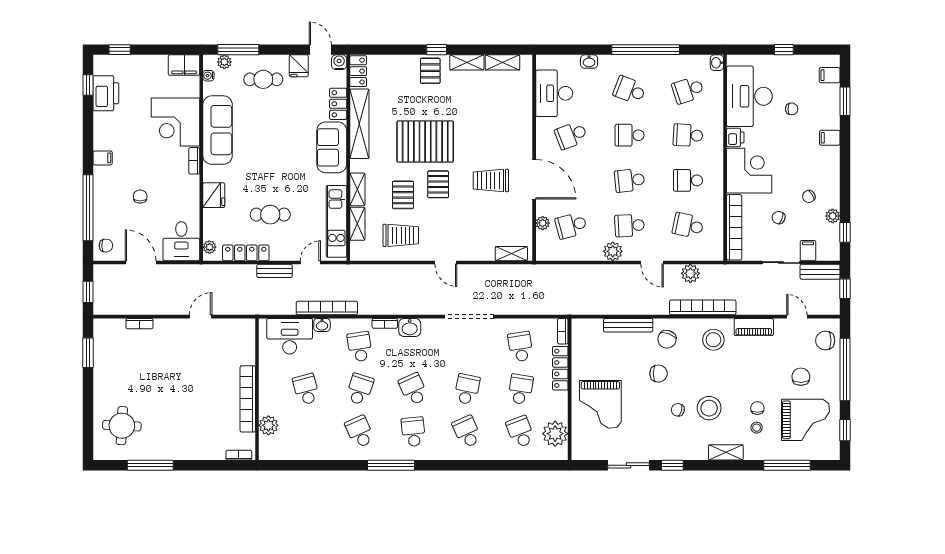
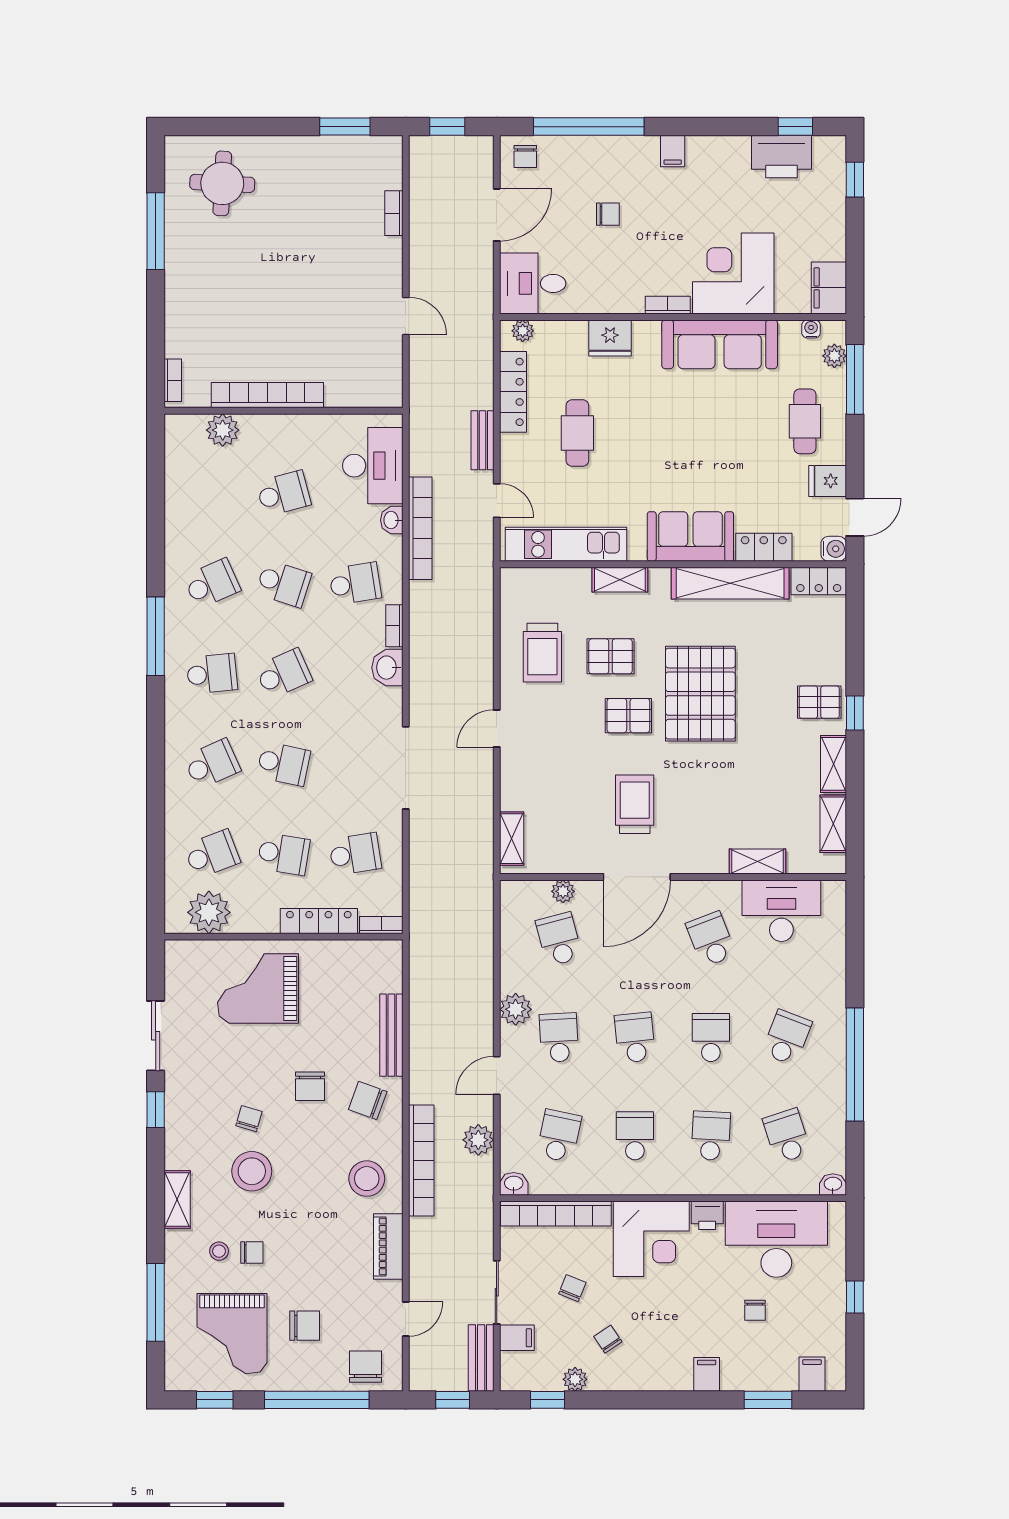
washbasin: (589, 62) -> (514, 1184), moved, turned 90
shelving: (357, 224) -> (758, 861), moved

